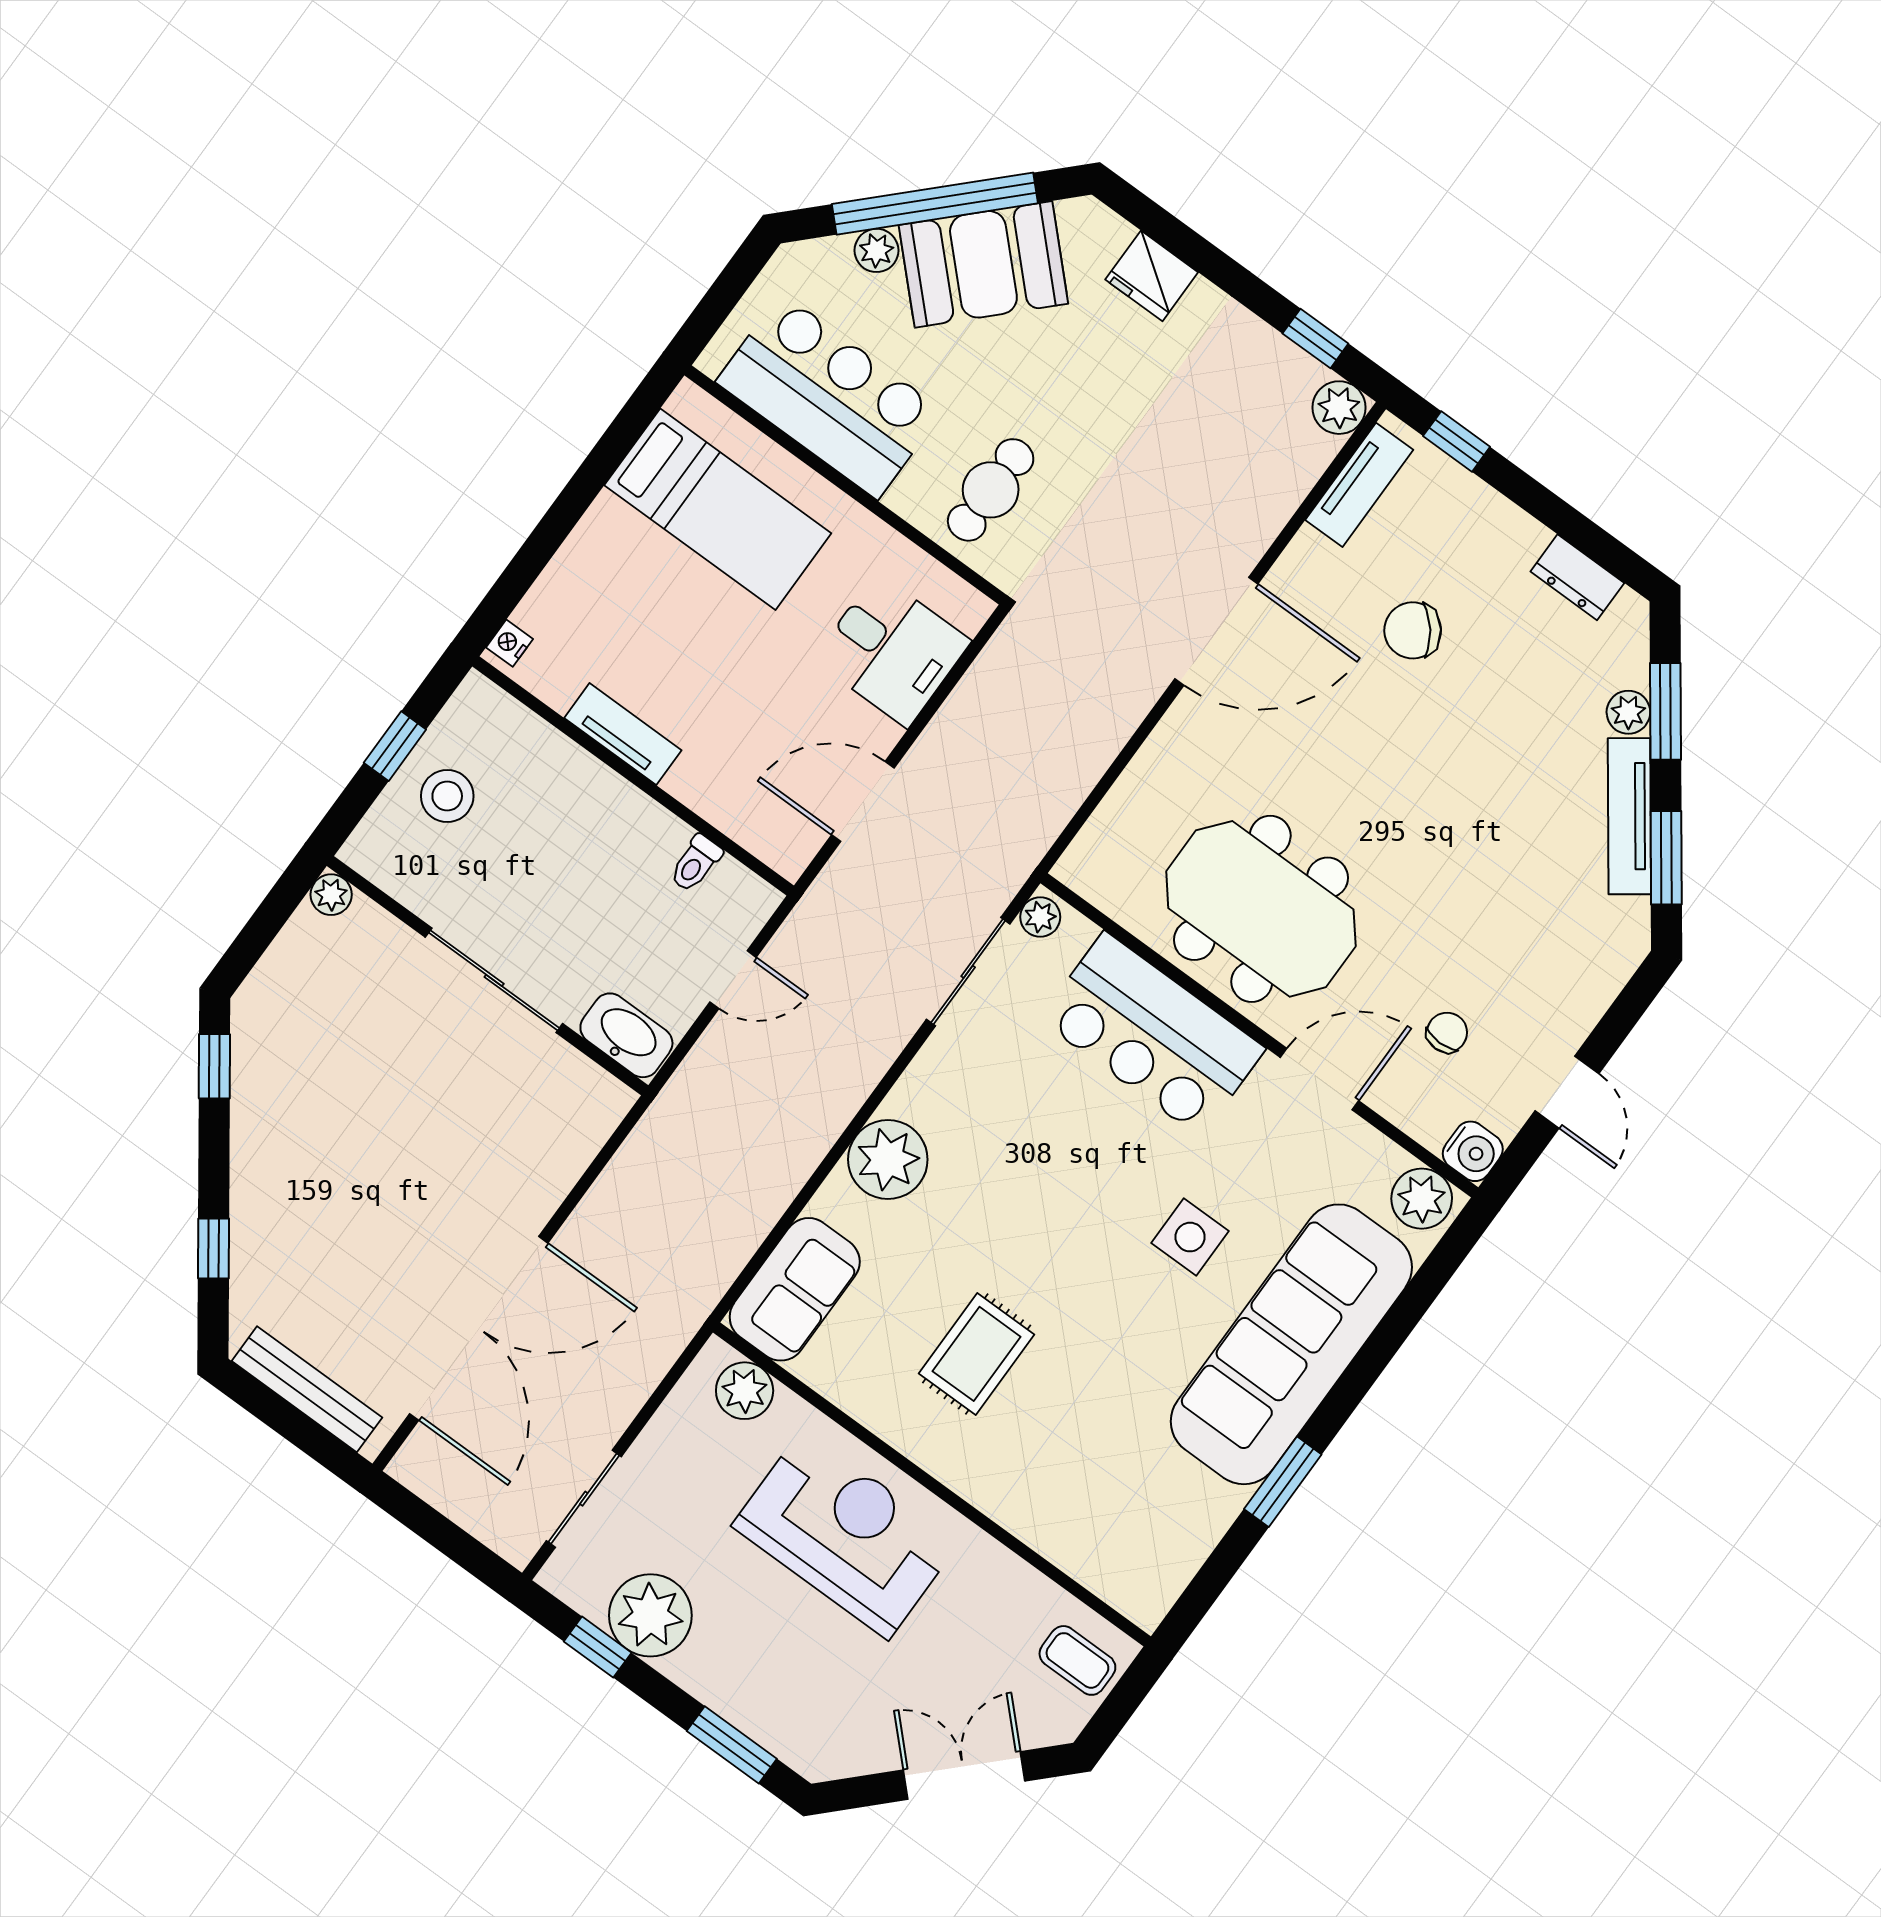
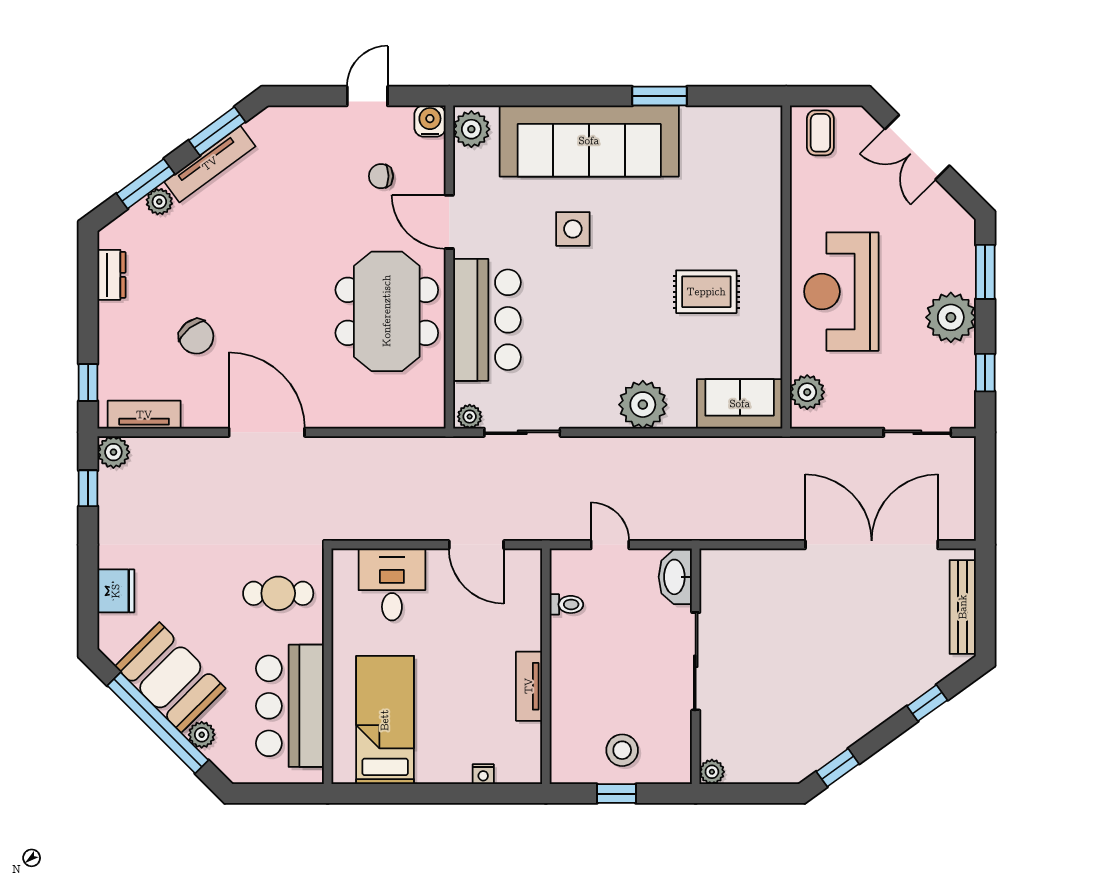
nightstand: (509, 643) -> (483, 774), moved
plant: (650, 1615) -> (951, 317), moved

